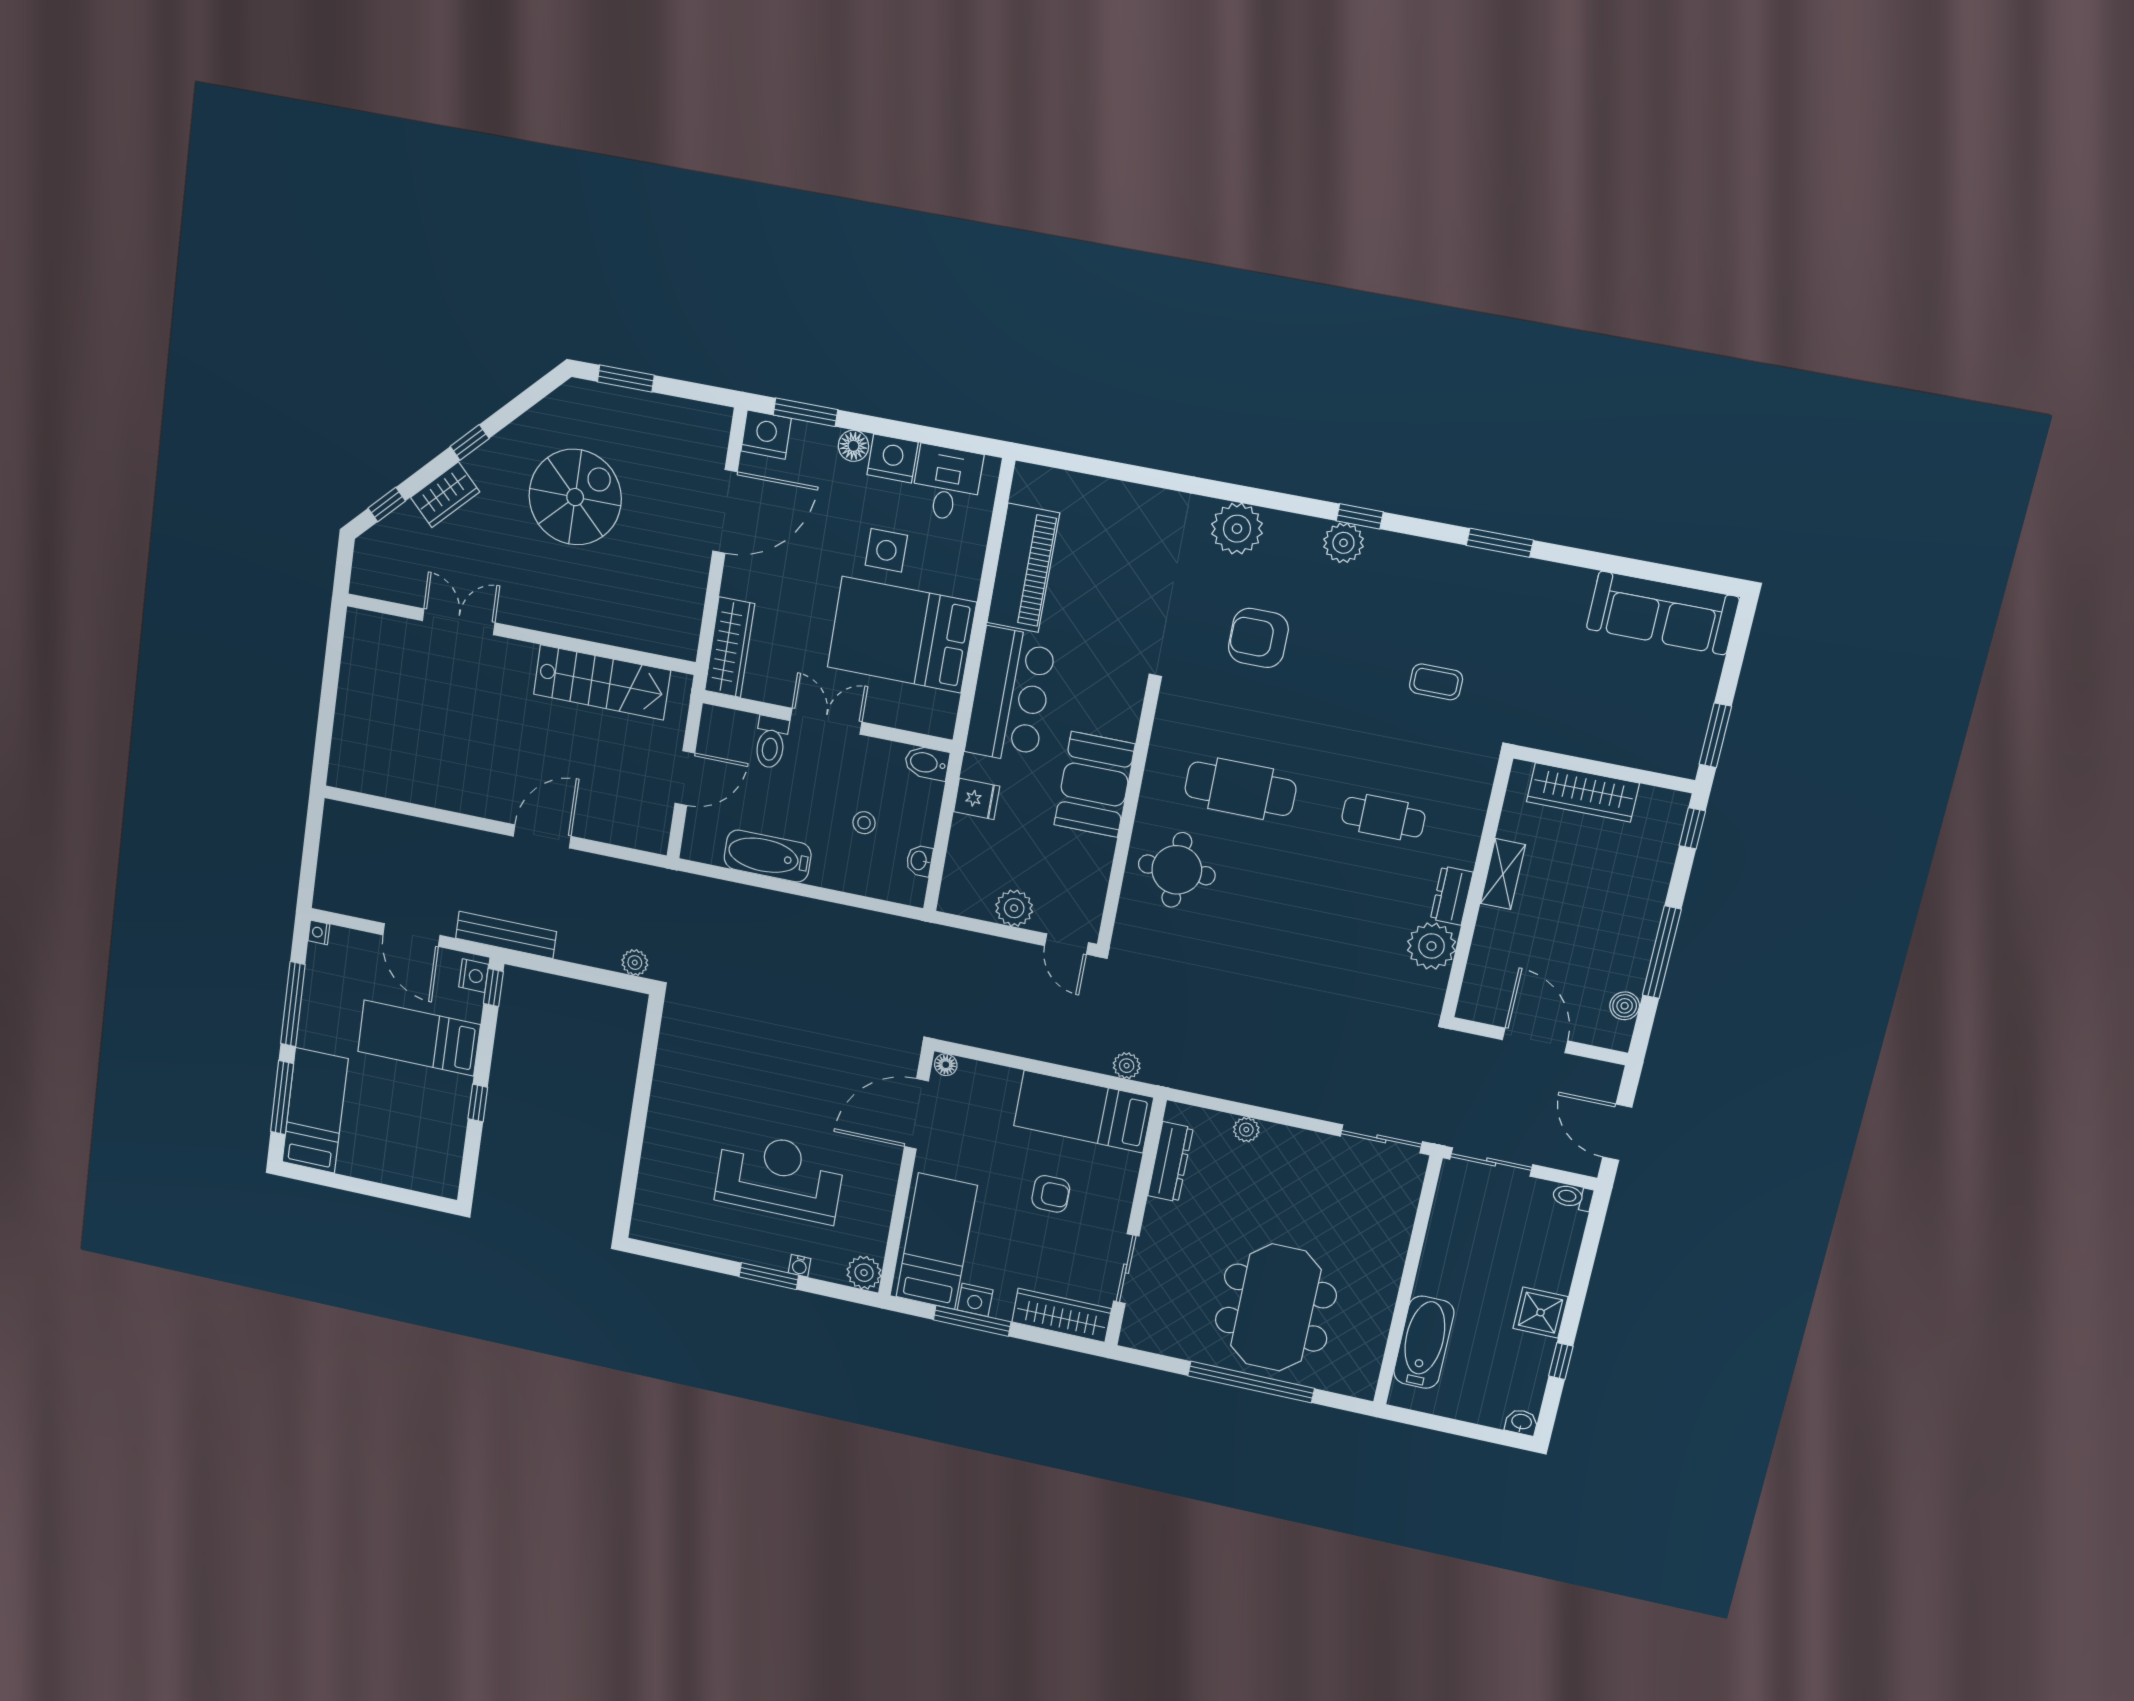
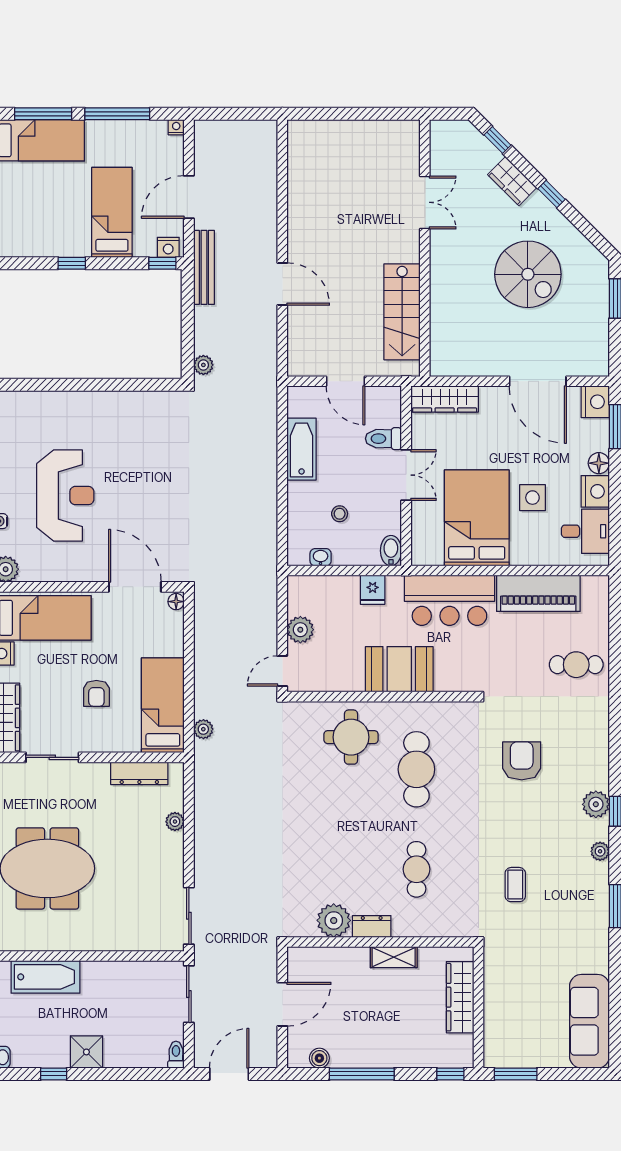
plant: (1237, 529) -> (600, 851), moved, width x0.53, depth x0.53
cafe table: (1135, 533) -> (576, 665), added

